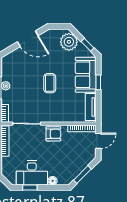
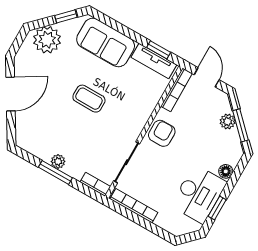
window: (98, 82) -> (159, 50), moved
plant: (80, 166) -> (228, 122), added

